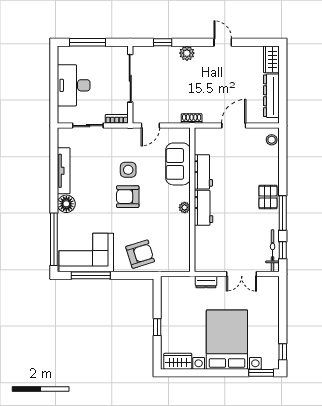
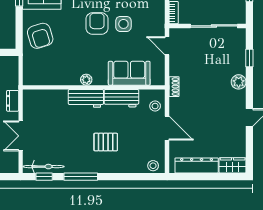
stool: (211, 138) -> (155, 106), added
pallet: (268, 197) -> (106, 142), moved

